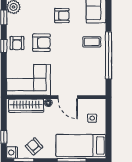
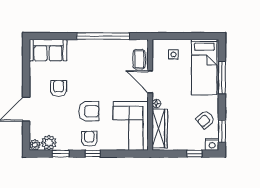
coffee table: (92, 42) -> (139, 59), moved
armchair: (17, 43) -> (89, 139), turned -90
armchair: (41, 43) -> (89, 111), turned 90
door: (68, 97) -> (150, 82), swing flipped

